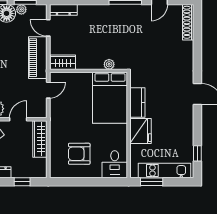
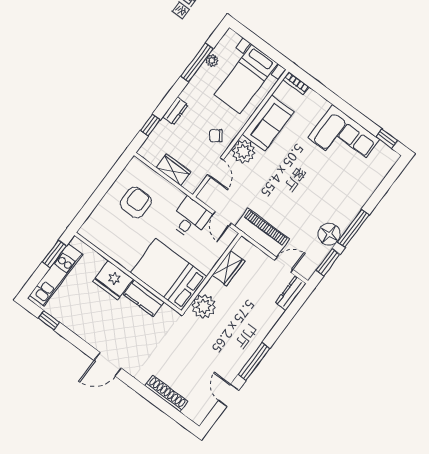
plant: (21, 9) -> (322, 252), removed
shoe rack: (188, 22) -> (166, 394), moved
wardrobe: (63, 62) -> (228, 268), moved
plant: (109, 64) -> (204, 306), width x1.88, depth x1.88
wardrobe: (40, 139) -> (173, 170), width x0.67
desk: (115, 164) -> (190, 218), moved, turned 90

